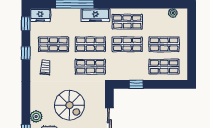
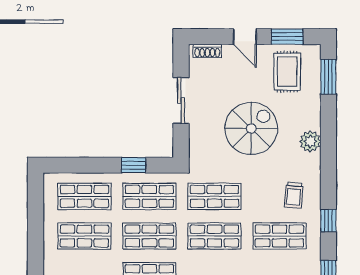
shop shelf: (127, 67) -> (149, 196), added
spiral stairs: (70, 105) -> (251, 128), turned 90
plant: (36, 117) -> (310, 141), moved

